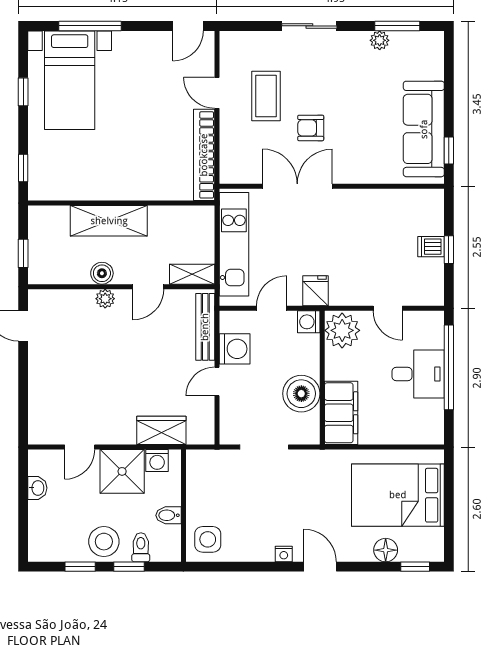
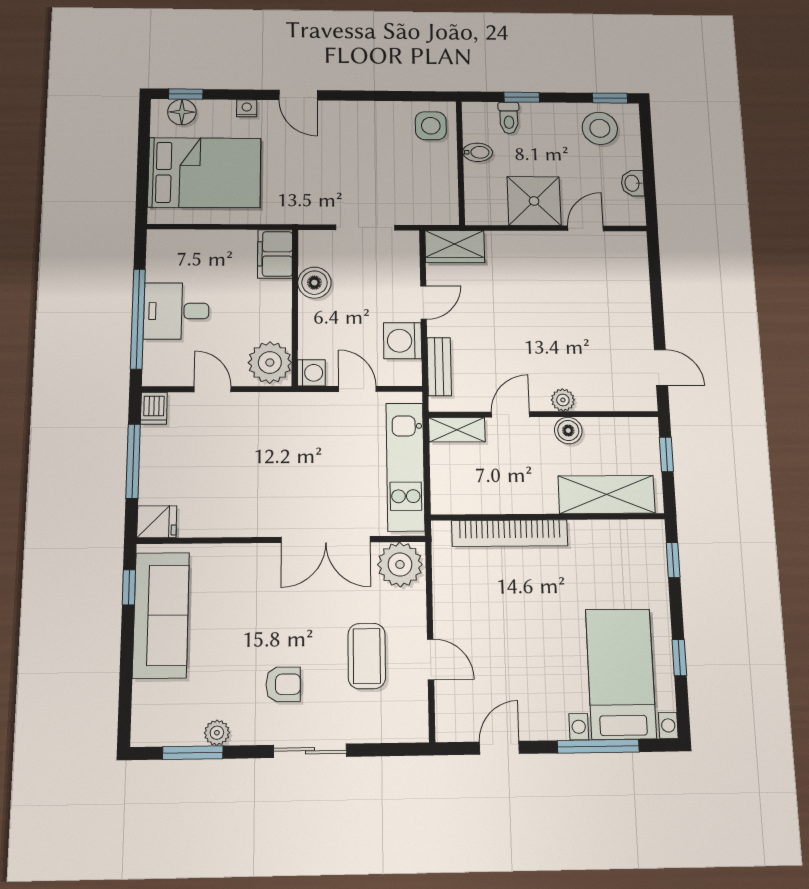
door: (188, 26) -> (499, 748), moved
armchair: (311, 128) -> (283, 684), moved
bookcase: (204, 155) -> (510, 533), moved, turned 90
plant: (239, 166) -> (400, 564), added
shelving: (109, 221) -> (607, 494), moved
dishwasher: (431, 247) -> (154, 408), moved, turned 90
window: (449, 250) -> (133, 461), width x2.17
fridge: (315, 291) -> (157, 522), moved, turned -90
door: (272, 308) -> (357, 389), swing flipped
bench: (205, 327) -> (439, 367), width x0.73
boiler: (301, 394) -> (314, 283), width x0.73, depth x0.73
filing cabinet: (341, 413) -> (275, 254), width x0.67, depth x0.86
wardrobe: (161, 430) -> (455, 247), moved
washing machine: (157, 461) -> (493, 213), removed
stool: (104, 542) -> (600, 128), moved
floor lamp: (386, 550) -> (182, 112), moved
nightstand: (284, 554) -> (247, 108), moved
window: (80, 567) -> (610, 98), moved

